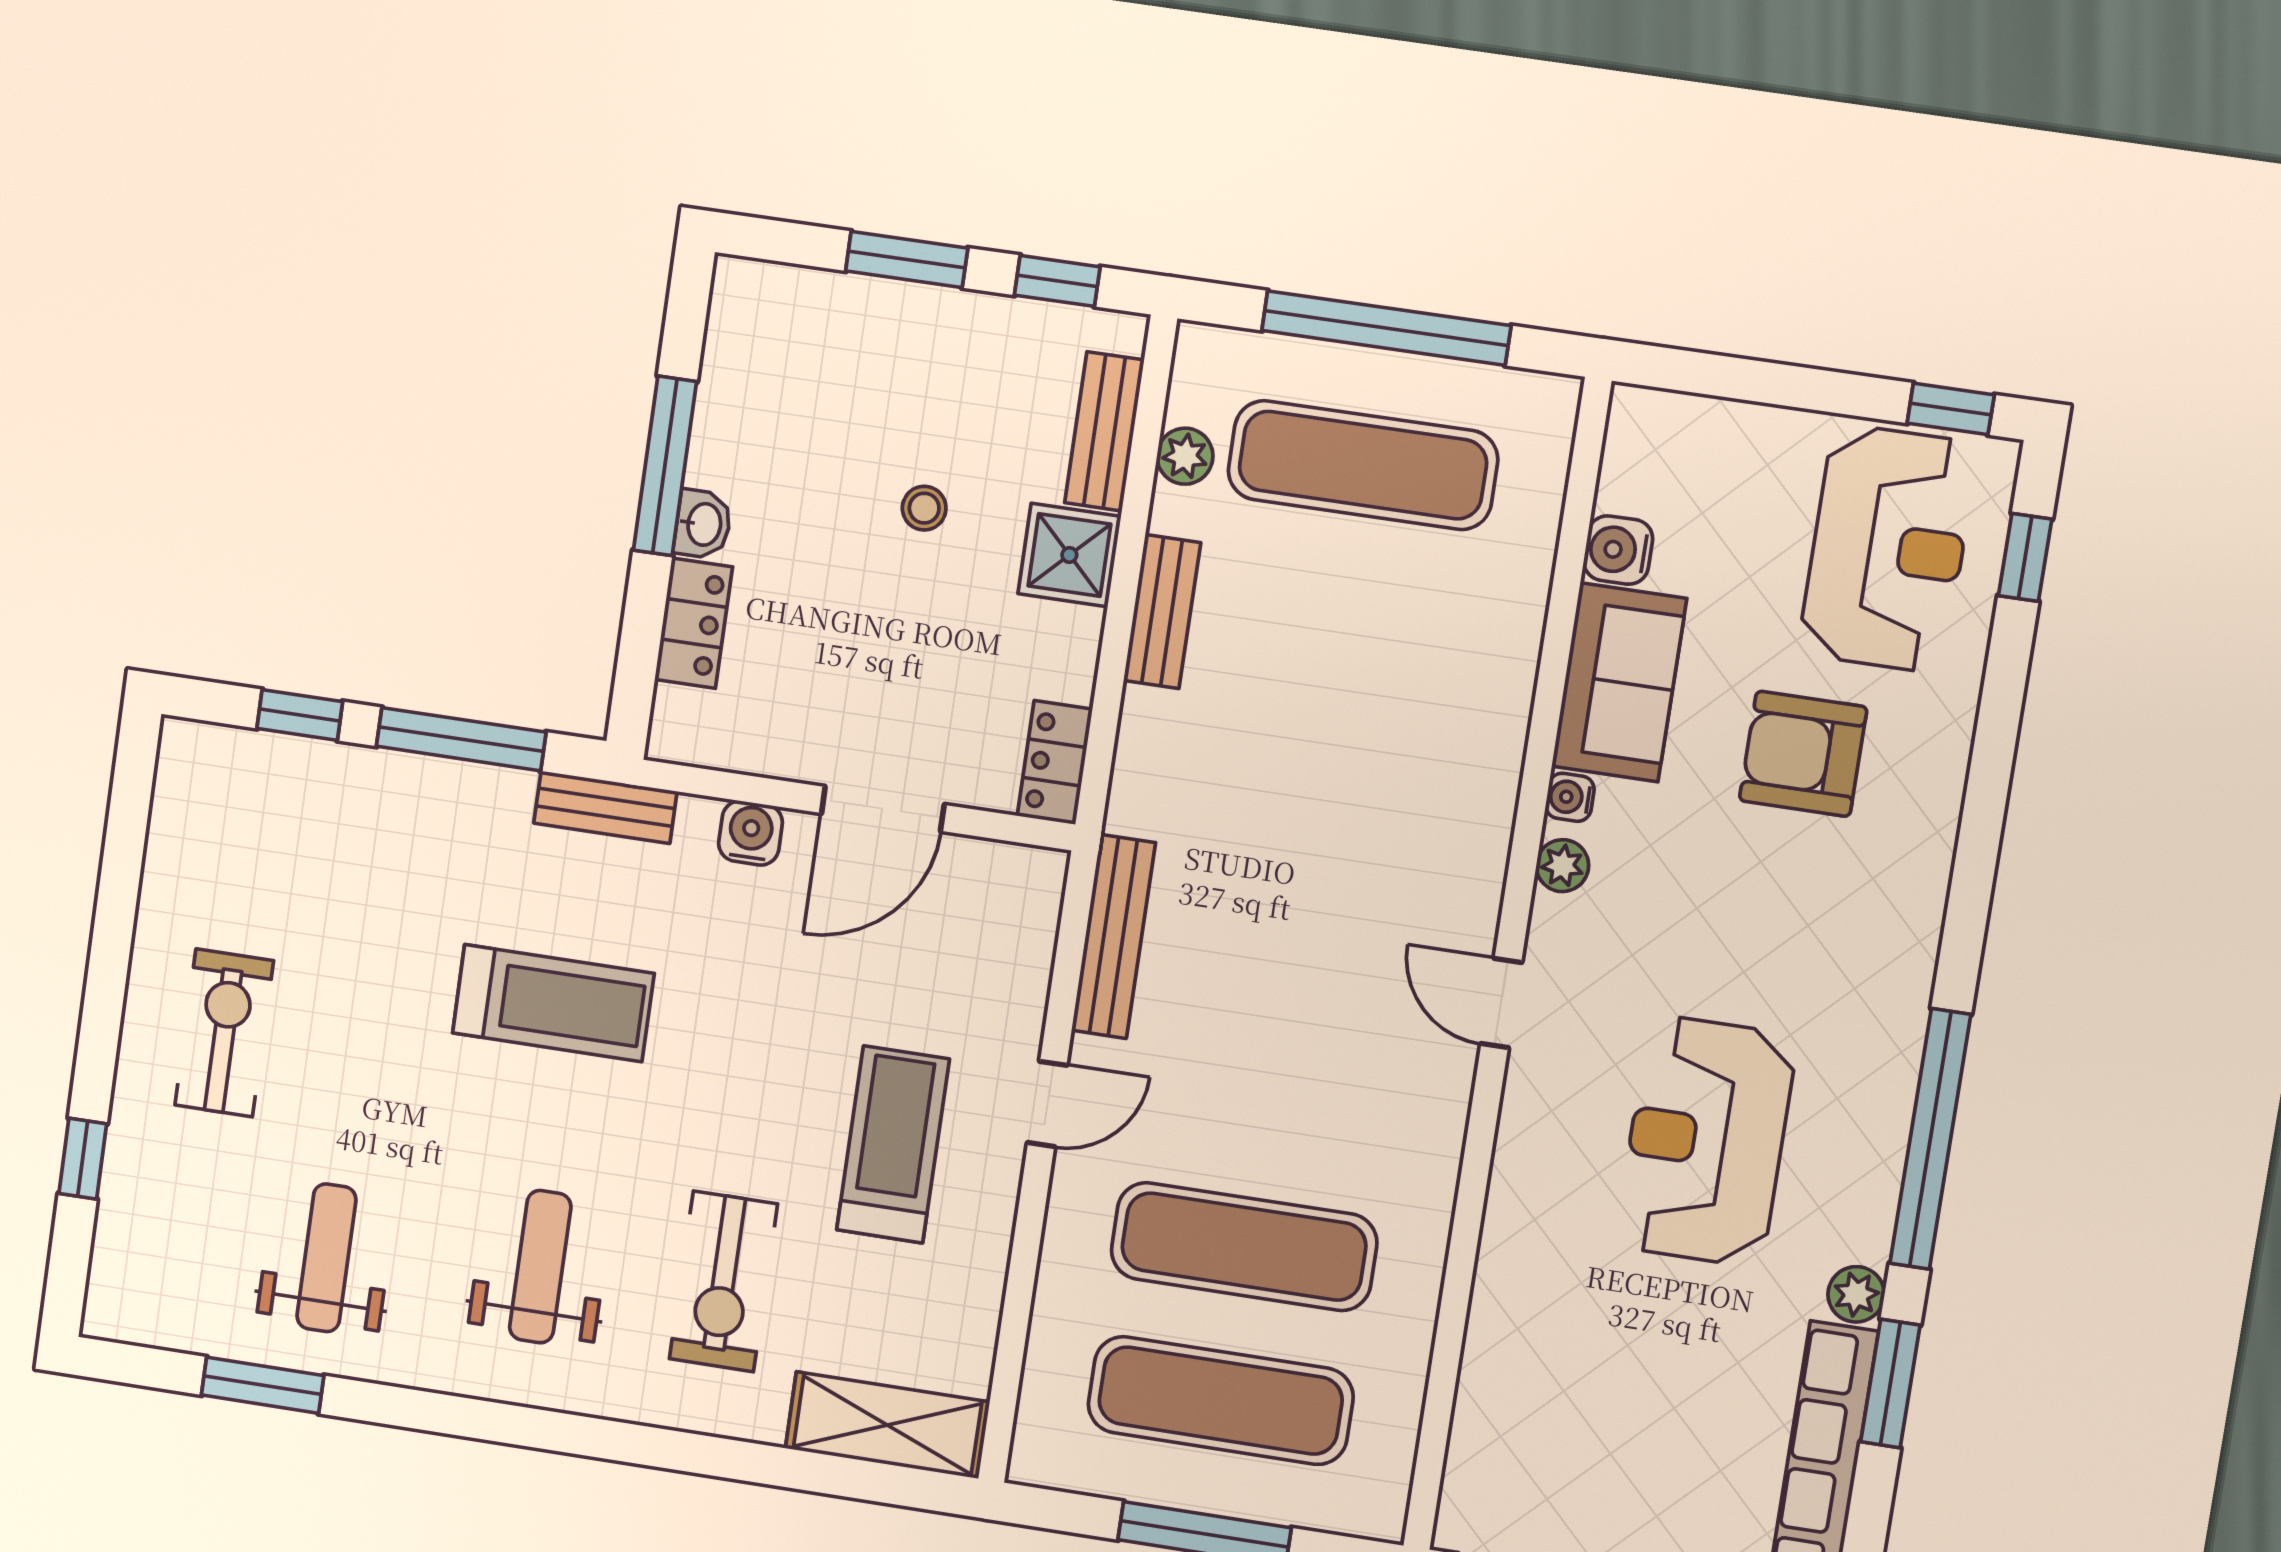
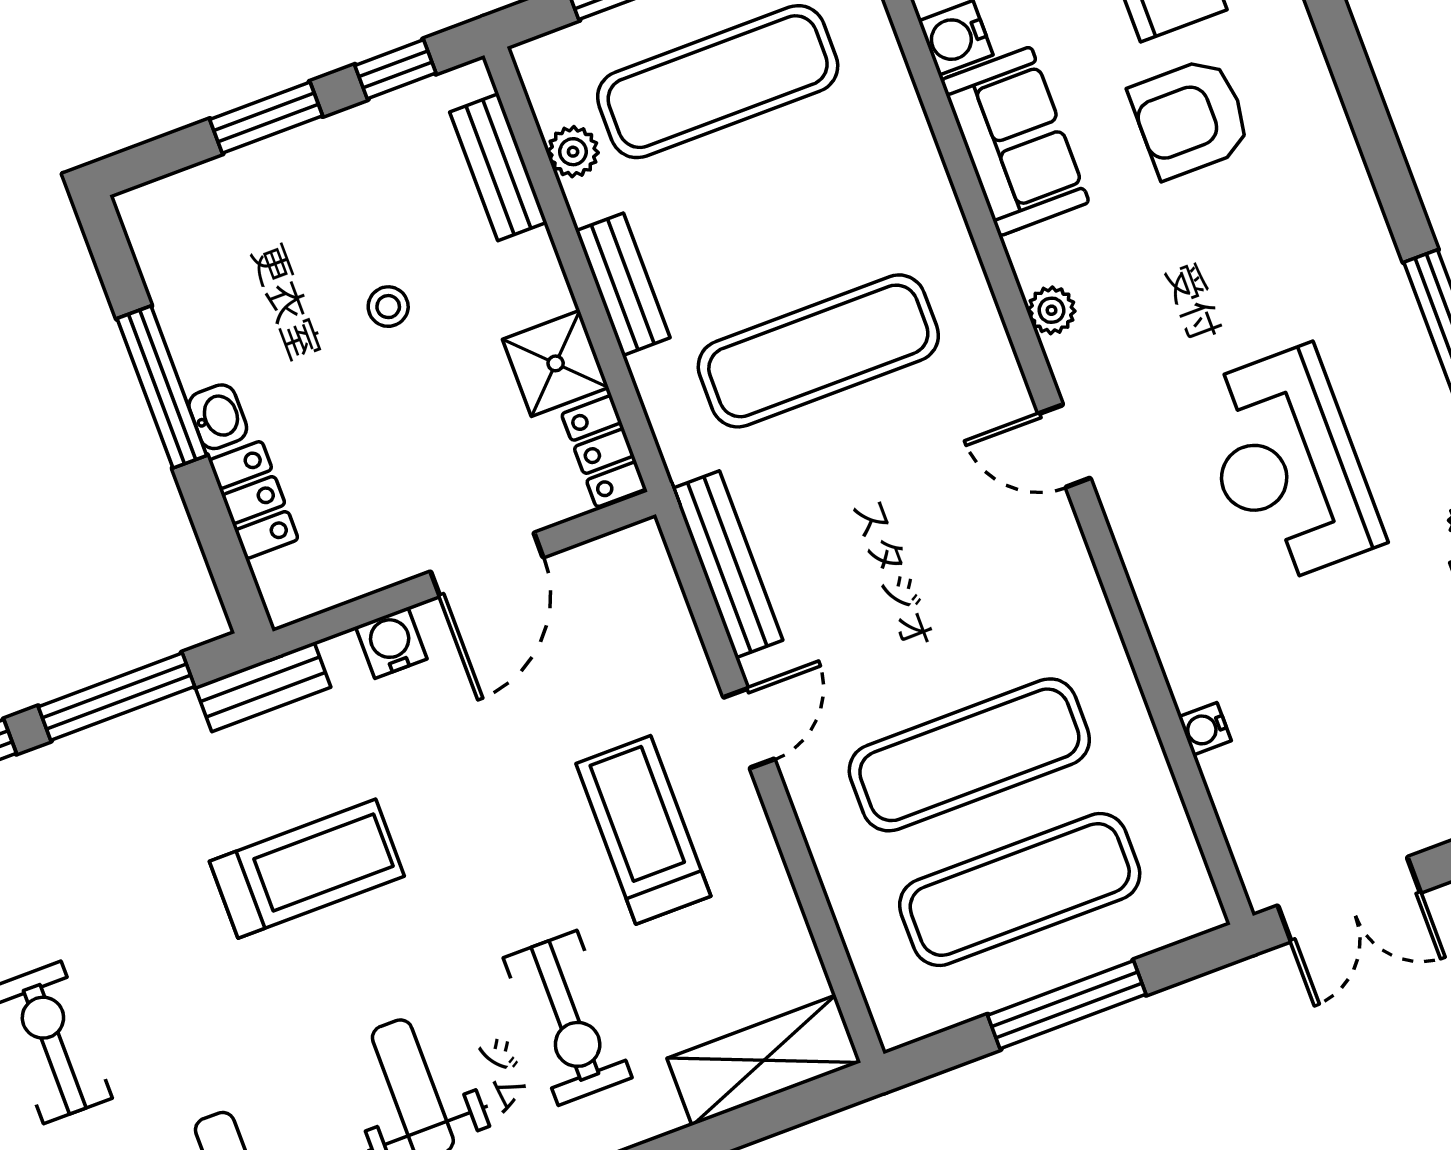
shower: (1069, 555) -> (556, 363), moved
exercise mat: (1315, 780) -> (818, 351), added
water cooler: (1570, 797) -> (1205, 729), moved

